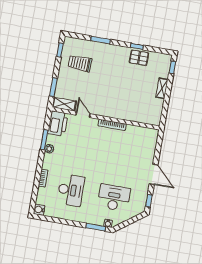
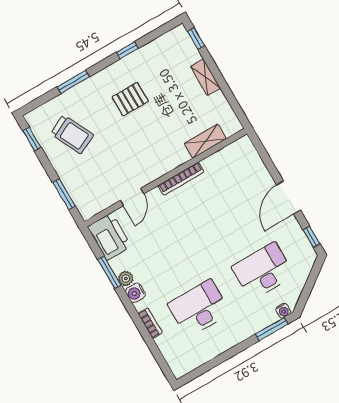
pallet: (139, 58) -> (130, 99), moved
trolley: (80, 63) -> (72, 134), turned -118
shelving: (64, 104) -> (205, 141), moved
door: (83, 114) -> (132, 197), swing flipped
door: (154, 174) -> (289, 198), swing flipped
desk: (71, 190) -> (199, 308), turned -90
water cooler: (39, 210) -> (135, 293), moved

